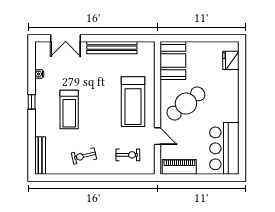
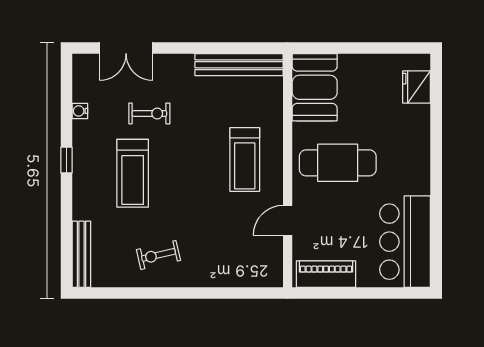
bench: (112, 48) -> (239, 65), moved
treadmill: (133, 102) -> (245, 160), width x0.73, depth x0.73
cafe table: (186, 104) -> (338, 163), turned 39
door: (157, 136) -> (288, 220), swing flipped
exercise bike: (128, 155) -> (149, 113), moved

